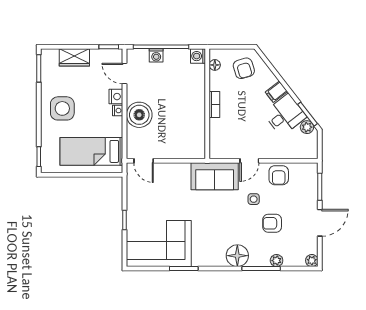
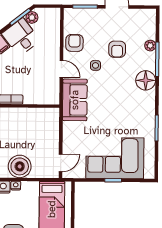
armchair: (279, 175) -> (74, 43), turned -90
corner sofa: (159, 244) -> (115, 158), moved, turned 90
plant: (312, 261) -> (151, 14), removed

